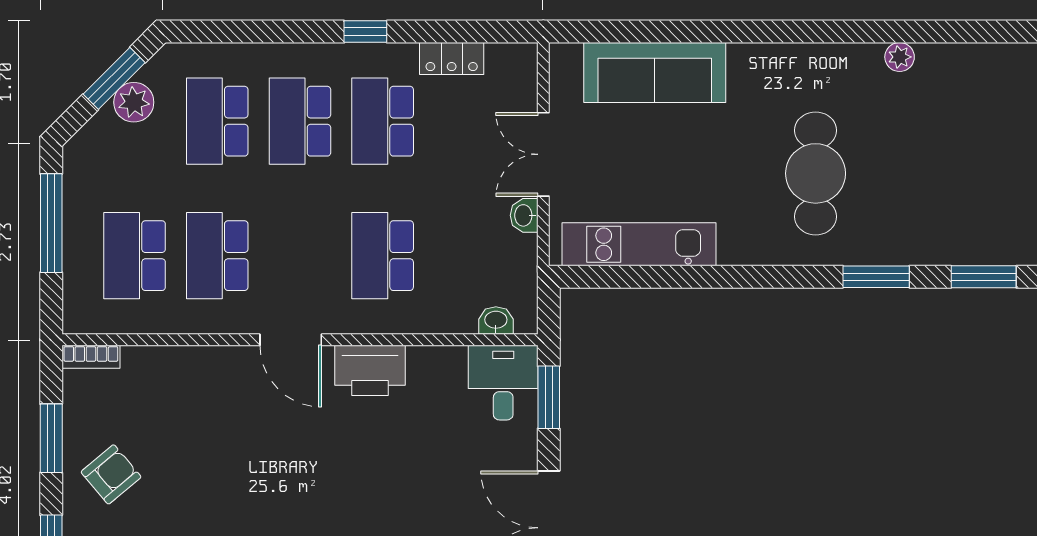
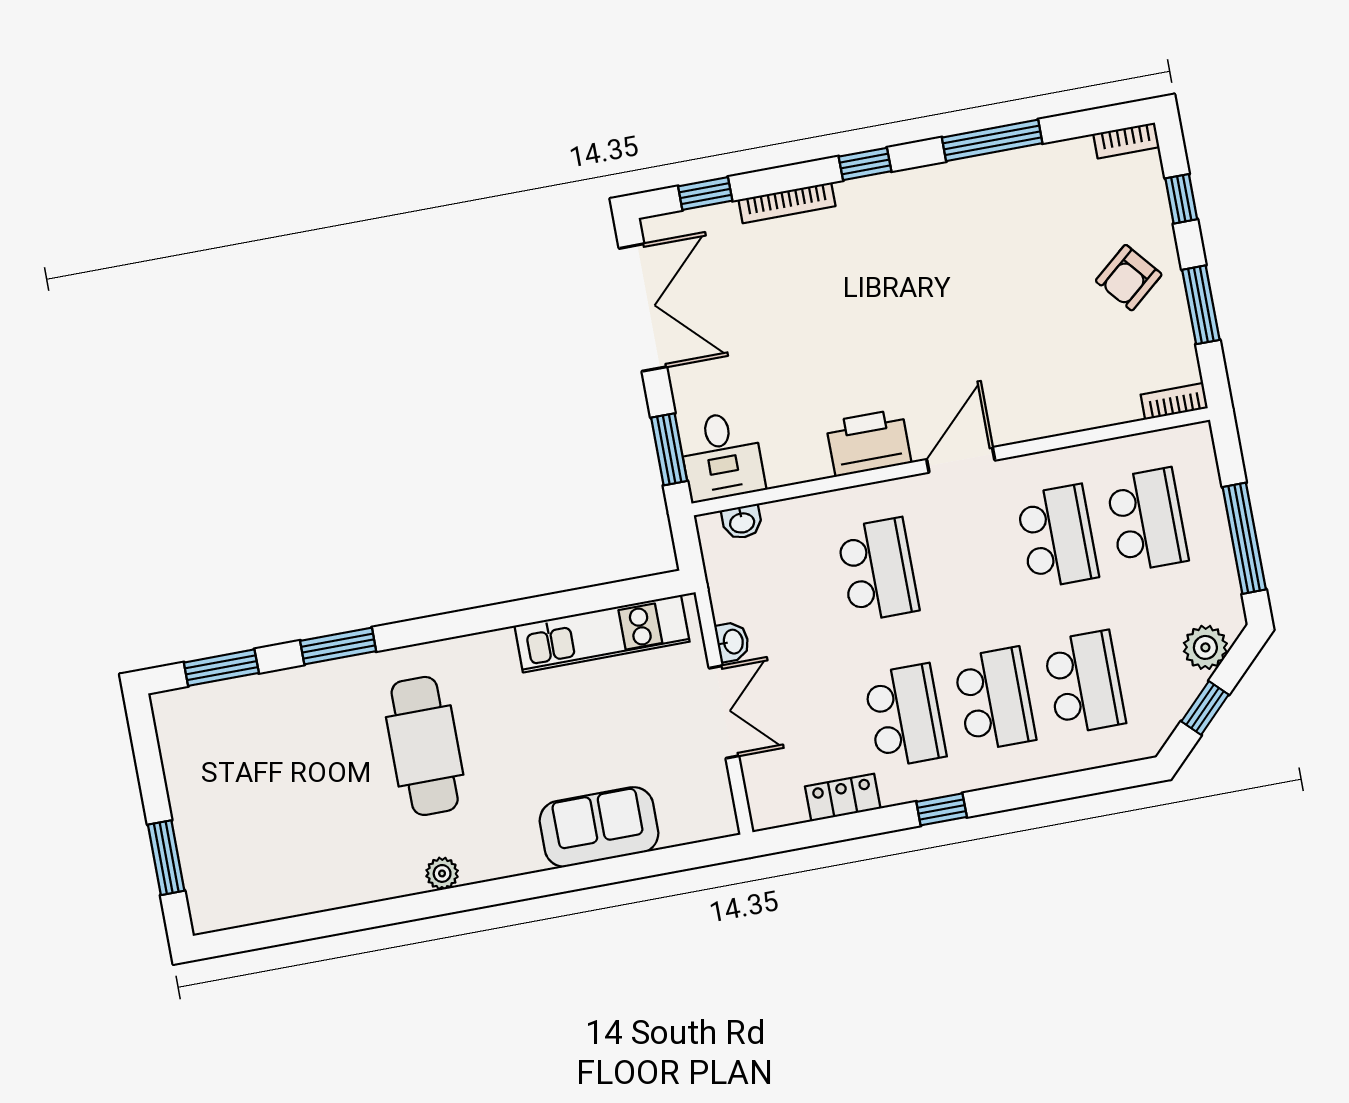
plant: (900, 57) -> (442, 873), moved
sofa: (655, 72) -> (599, 827), width x0.73
window: (114, 78) -> (1205, 708), width x0.67
plant: (134, 102) -> (1205, 647), moved
door: (291, 340) -> (961, 460), hinge flipped

